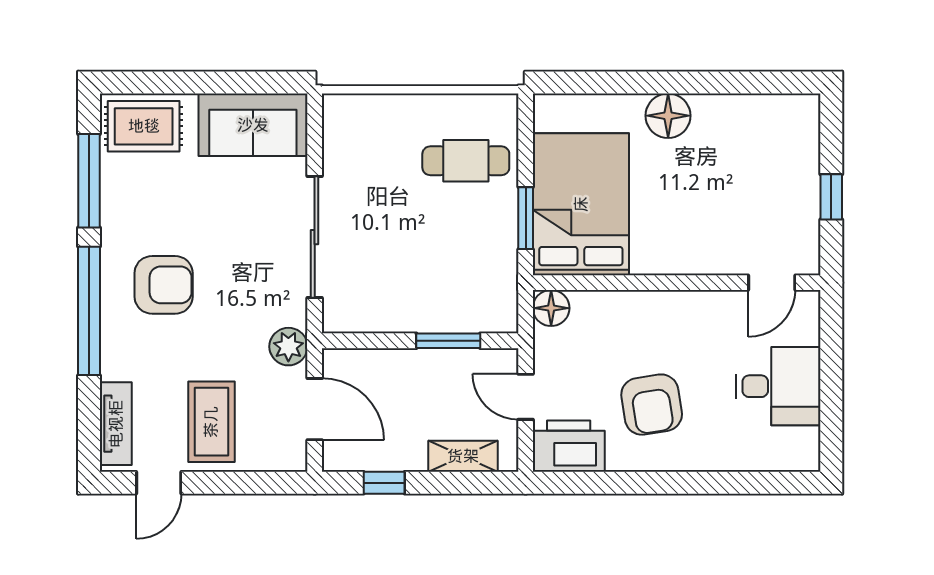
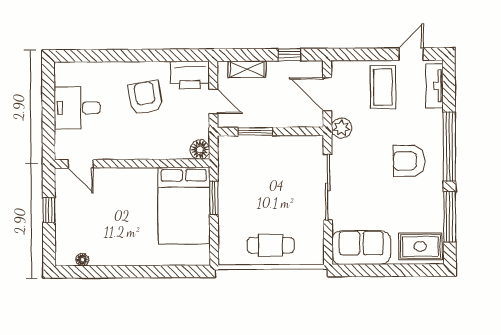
floor lamp: (668, 116) -> (82, 260), moved, width x0.53, depth x0.53
cafe table: (466, 161) -> (271, 245), moved
door: (772, 283) -> (81, 164), swing flipped

